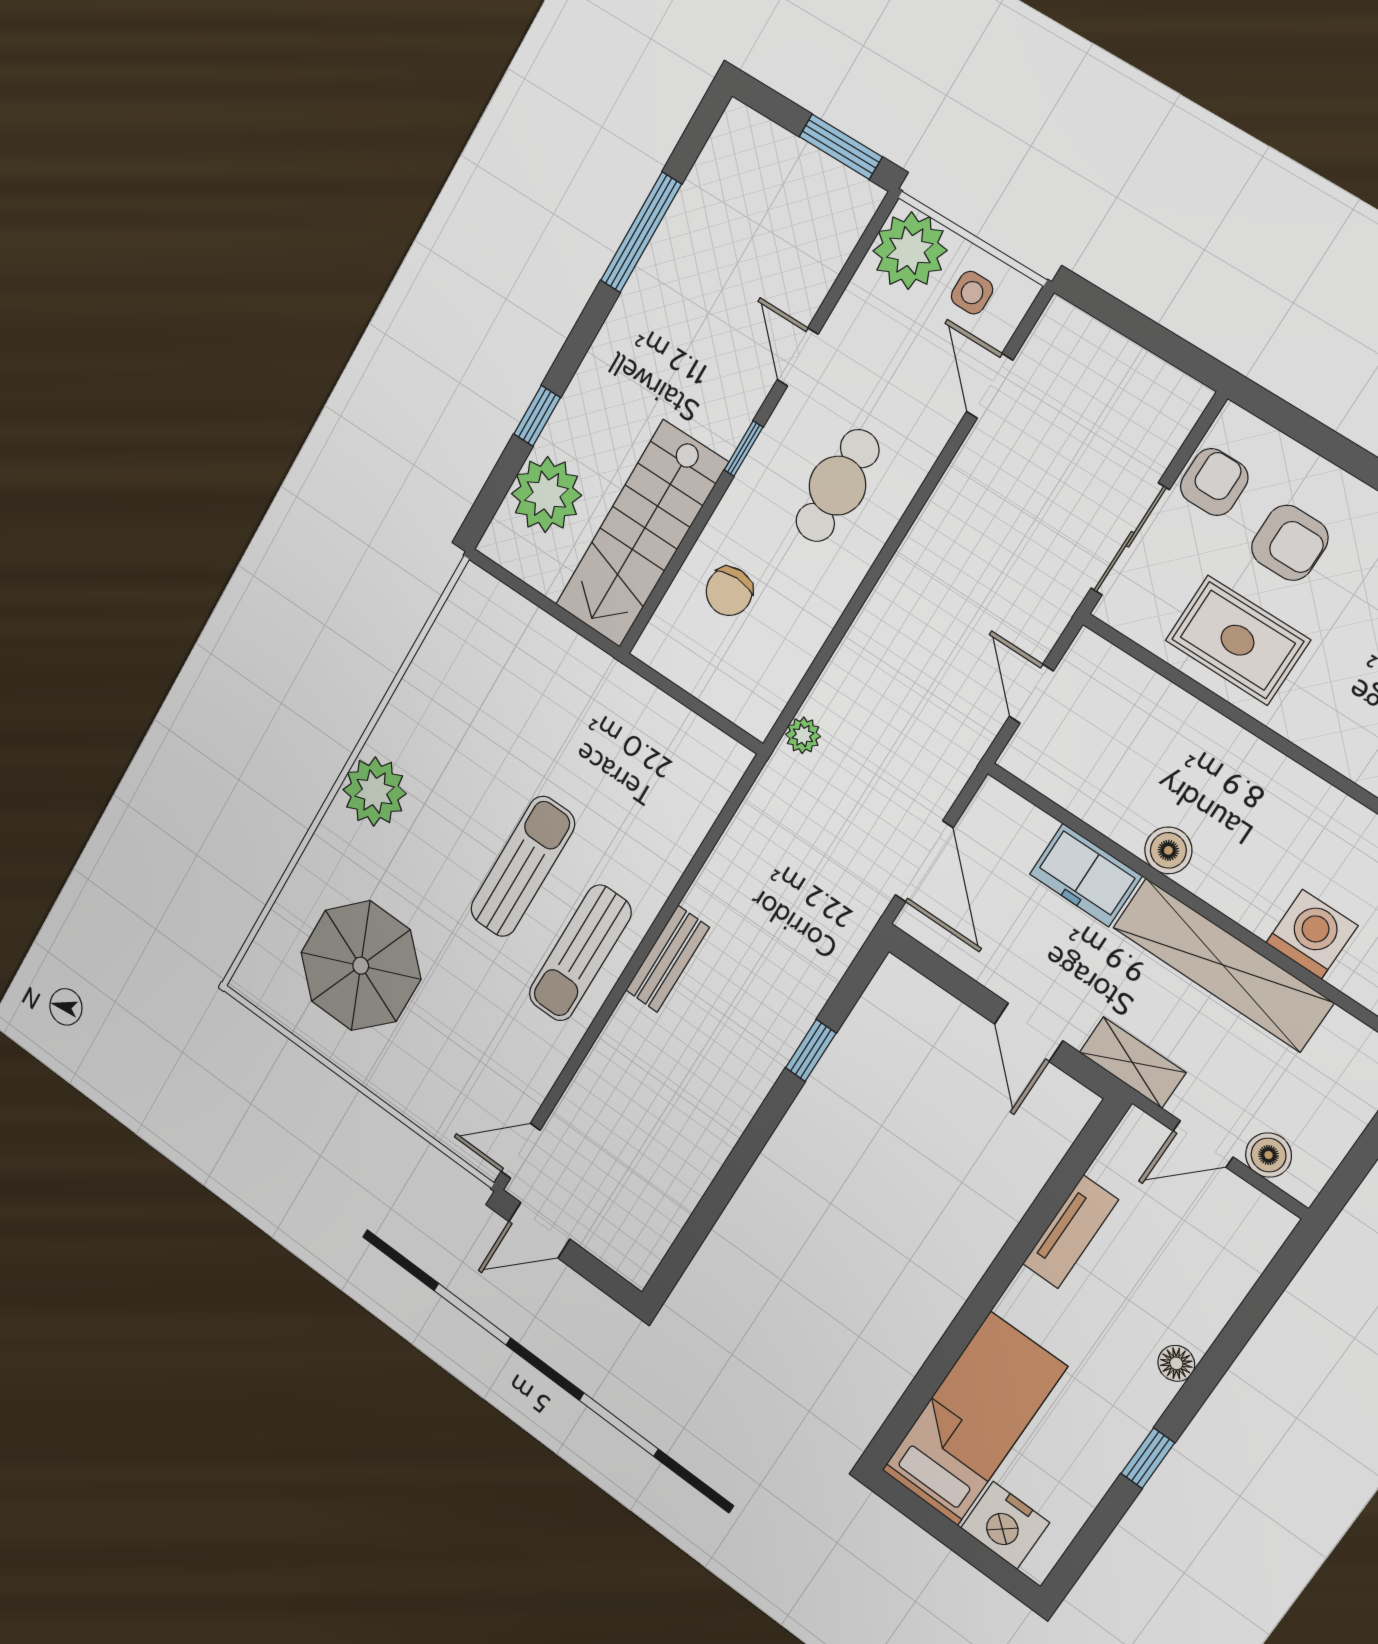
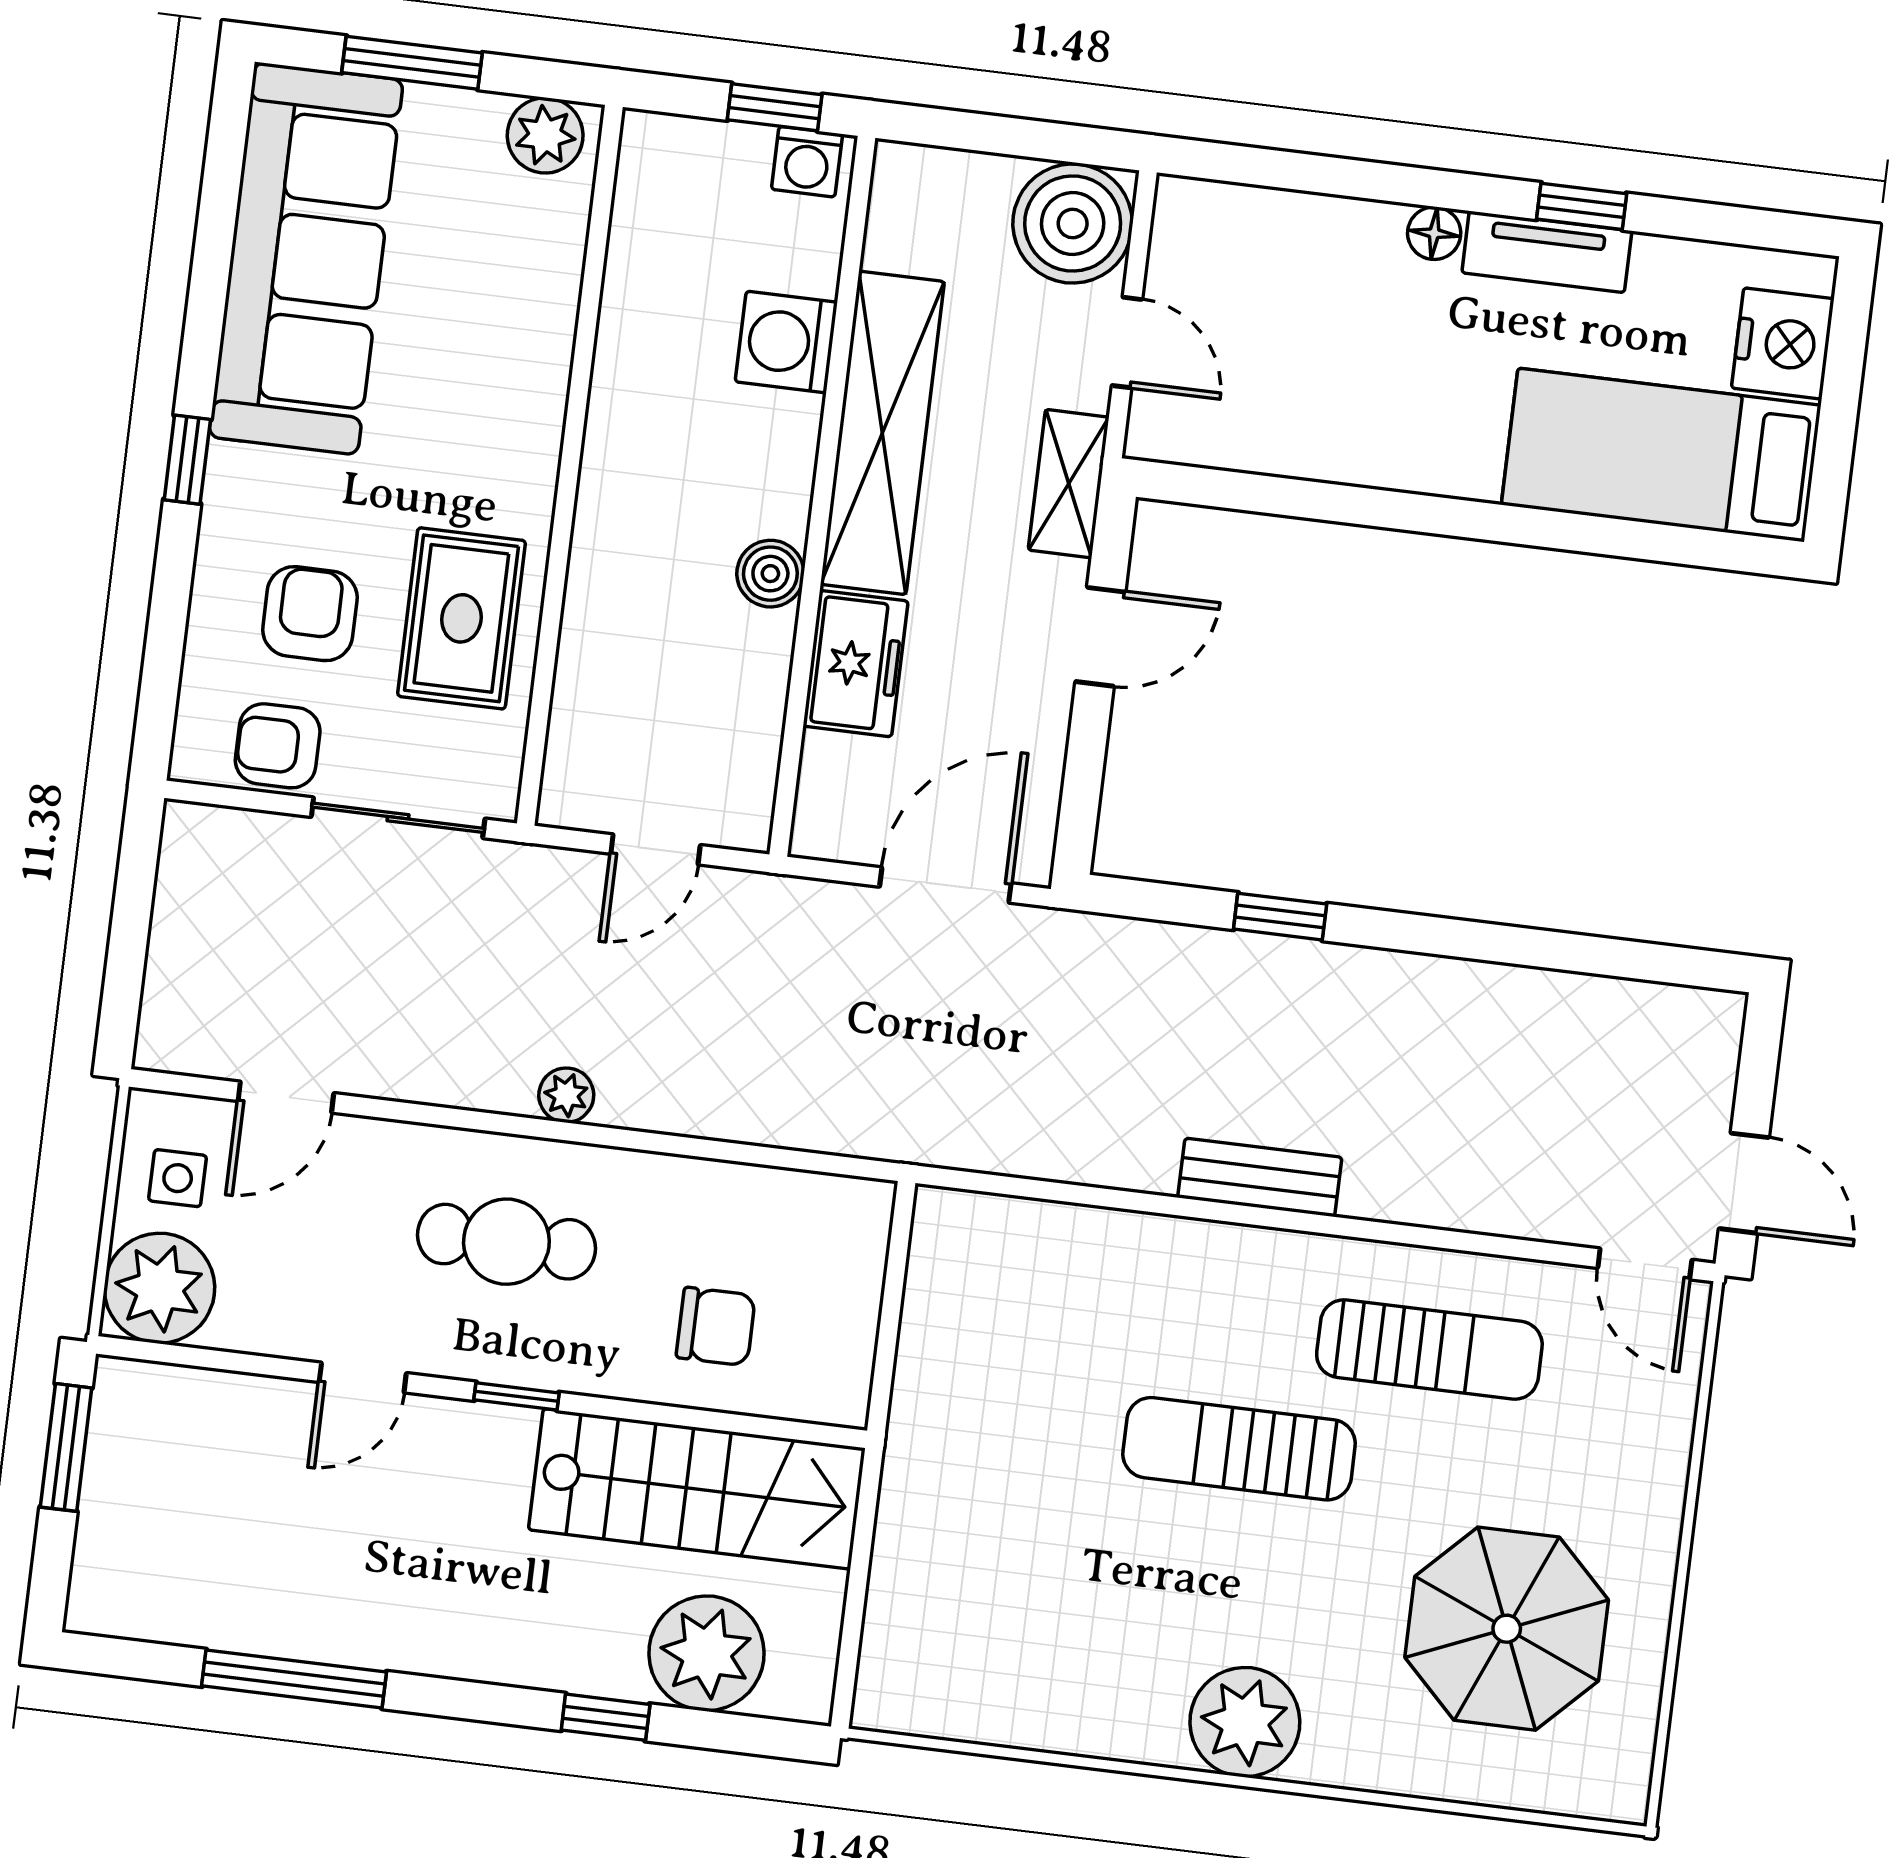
plant: (803, 735) -> (566, 1095), moved
sun lounger: (580, 953) -> (1429, 1349), moved
boiler: (1269, 1155) -> (1073, 224), width x1.86, depth x1.86
tv unit: (1070, 1232) -> (1547, 252), moved, turned 180

